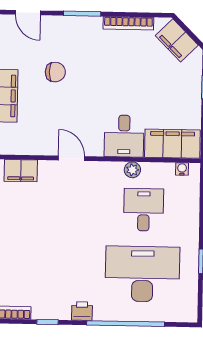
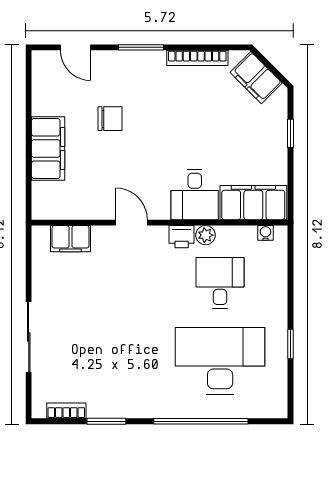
printer: (82, 311) -> (182, 237), moved, turned 180
window: (47, 322) -> (106, 421), width x1.50

